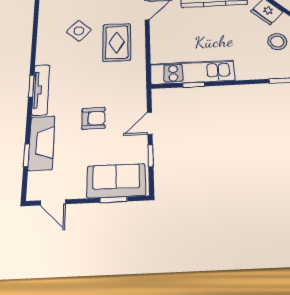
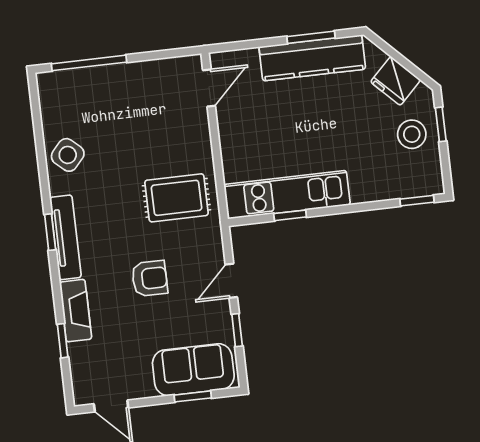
side table: (79, 31) -> (68, 155), moved
rug: (117, 42) -> (177, 198), moved, turned 90
fireplace: (42, 143) -> (76, 311), width x0.73, depth x0.76

